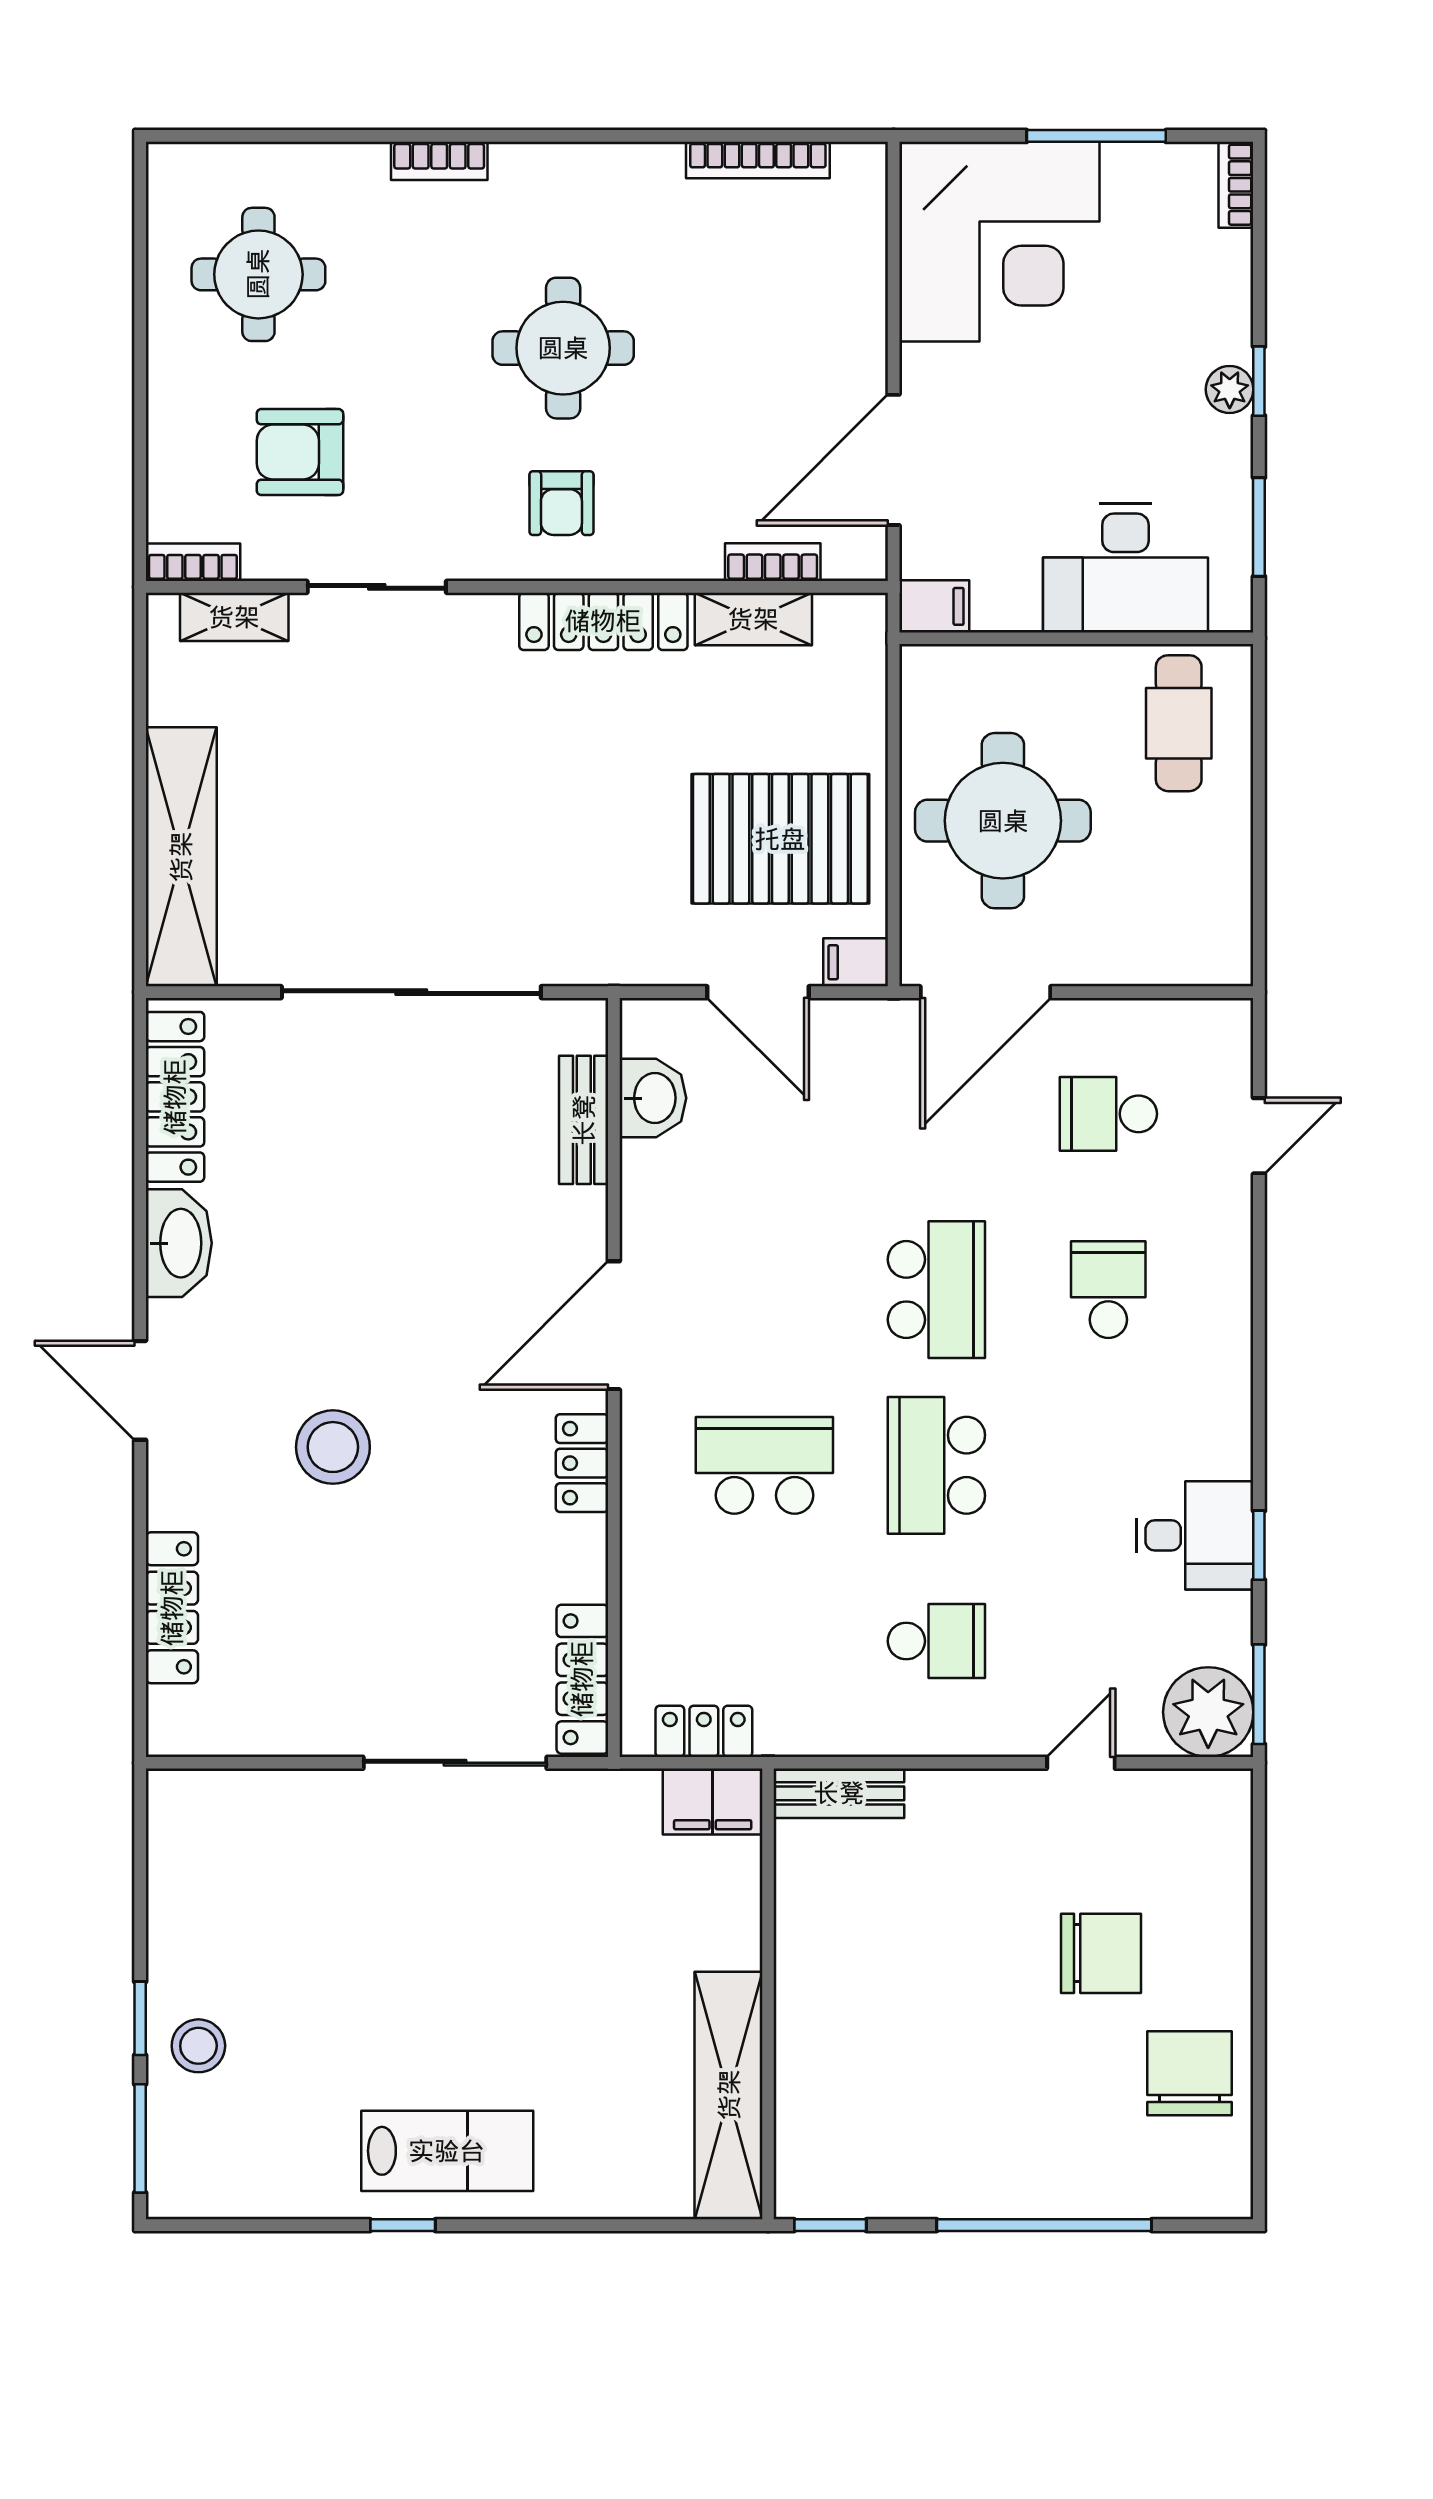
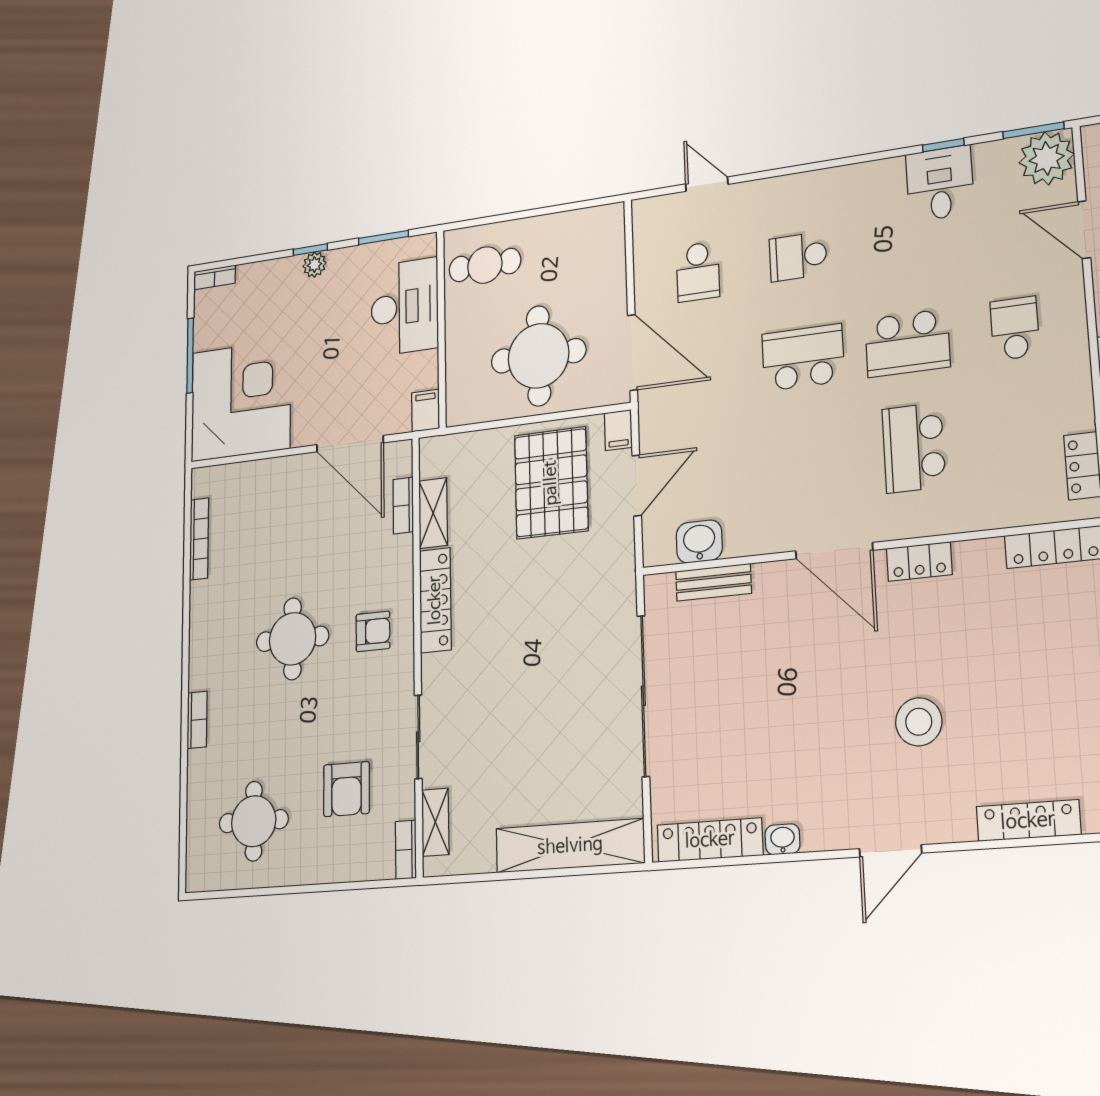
washbasin: (179, 1243) -> (783, 839), width x0.52, depth x0.69
door: (1081, 1763) -> (1084, 230), width x1.38

